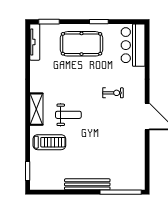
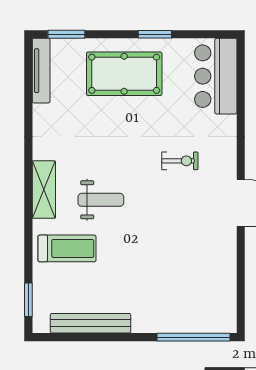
bench: (87, 184) -> (91, 323), moved

